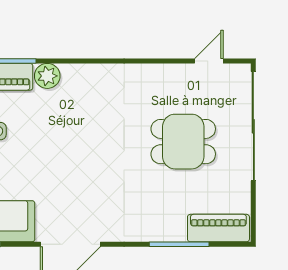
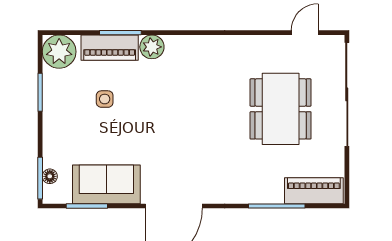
dining table: (183, 142) -> (281, 109), width x1.38

